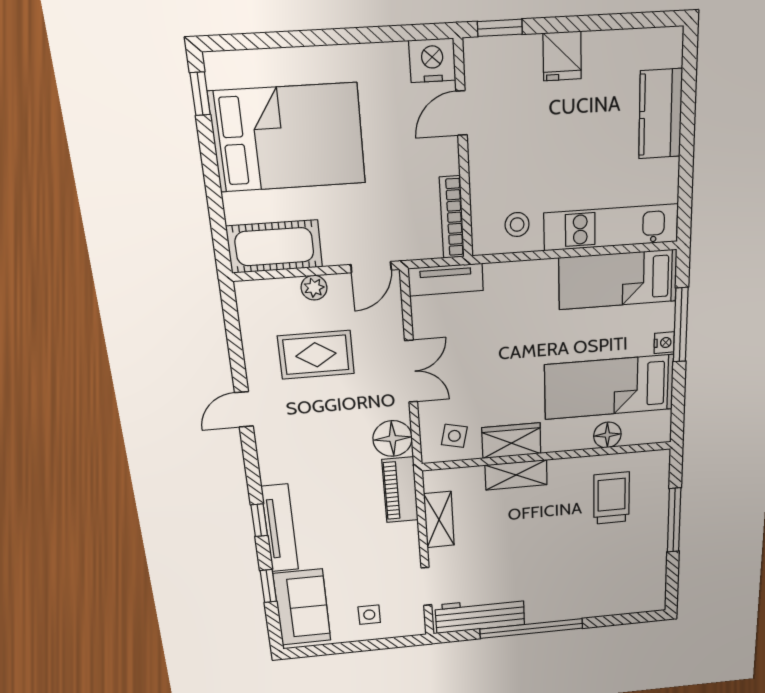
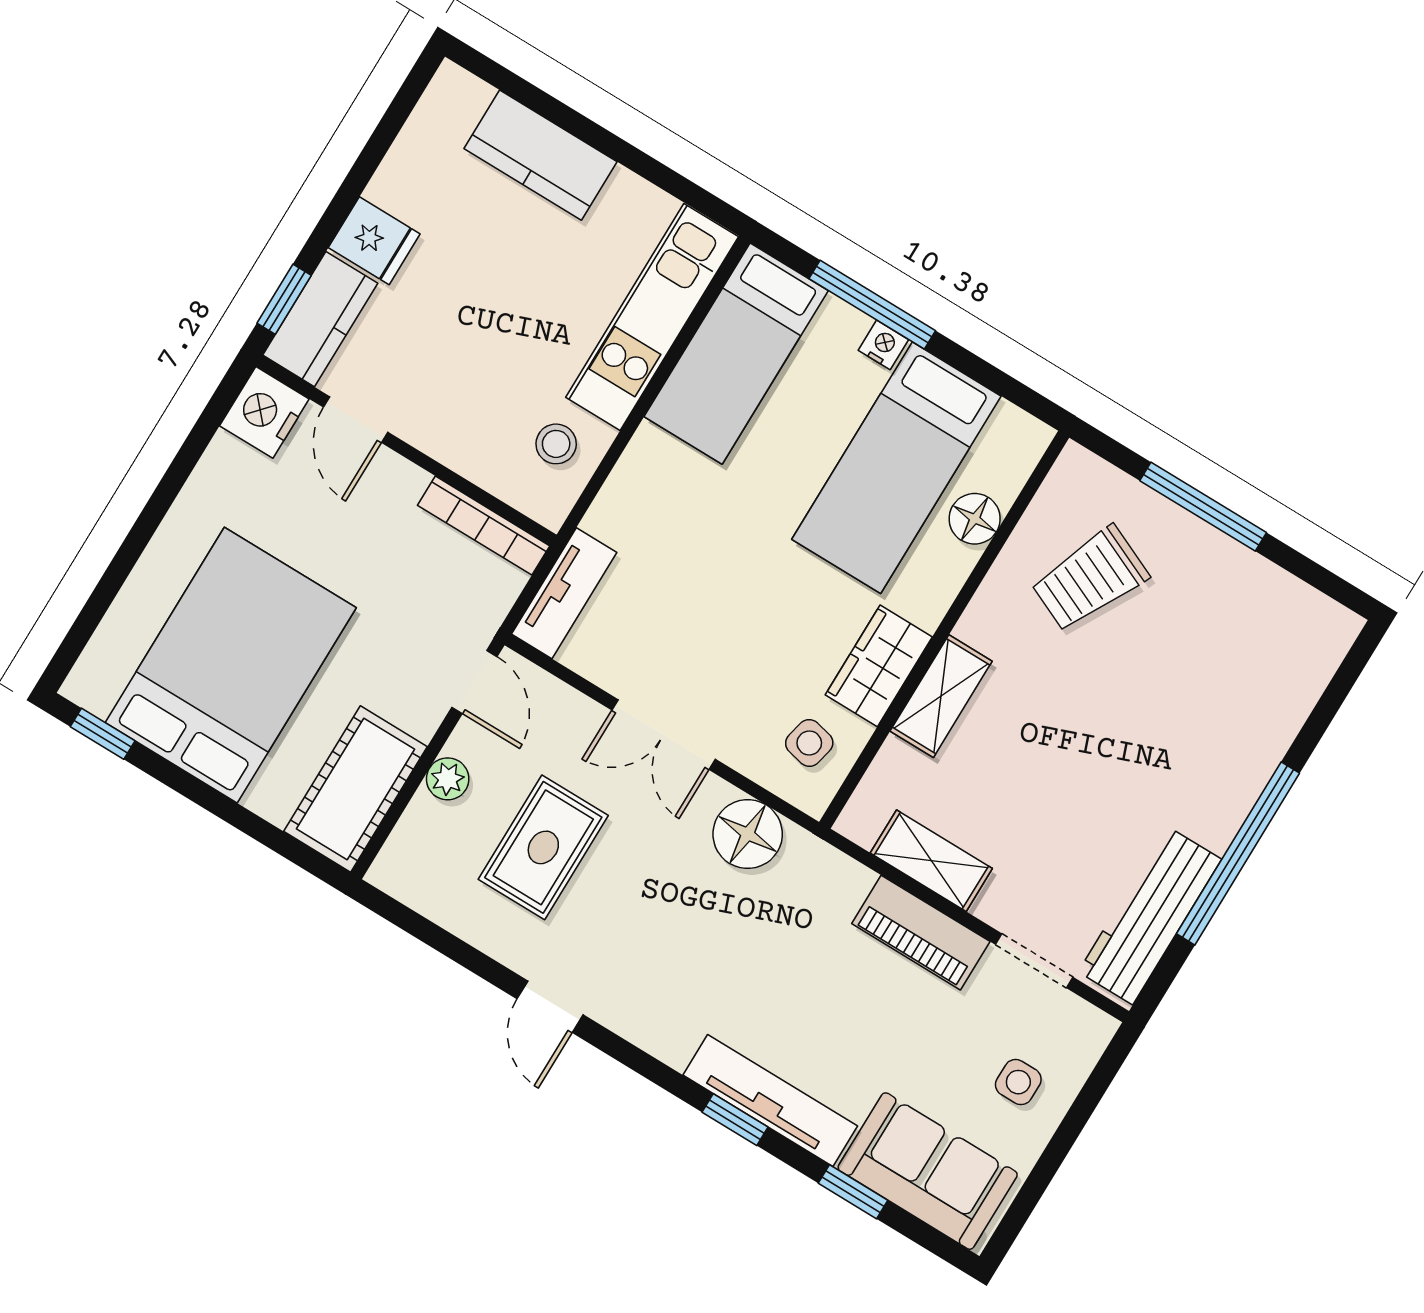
kitchen counter: (502, 56) -> (320, 319), added
double door: (411, 371) -> (664, 735), swing flipped
piano: (400, 490) -> (921, 933), moved
trolley: (612, 498) -> (1090, 579), turned -66

